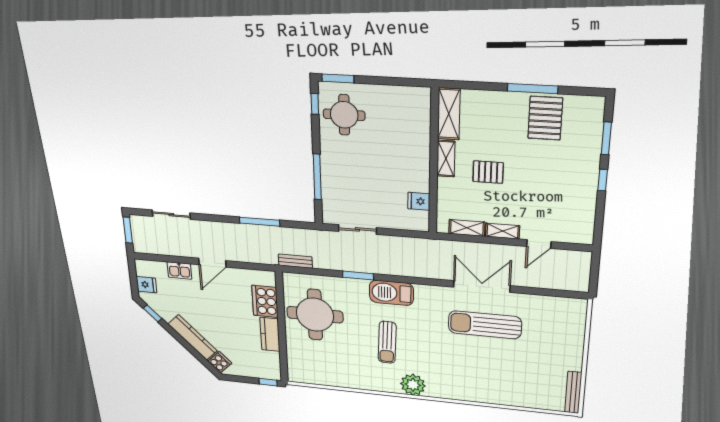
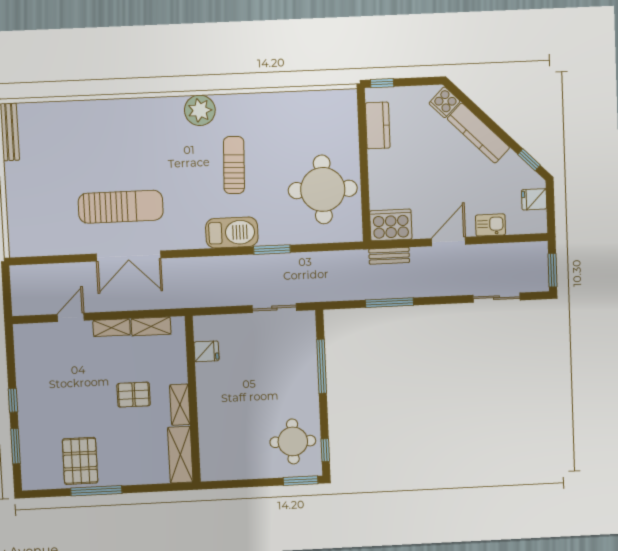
bench: (295, 261) -> (389, 256), moved
cooker: (265, 301) -> (391, 225), moved, turned -90
kitchen counter: (270, 334) -> (378, 125), moved

